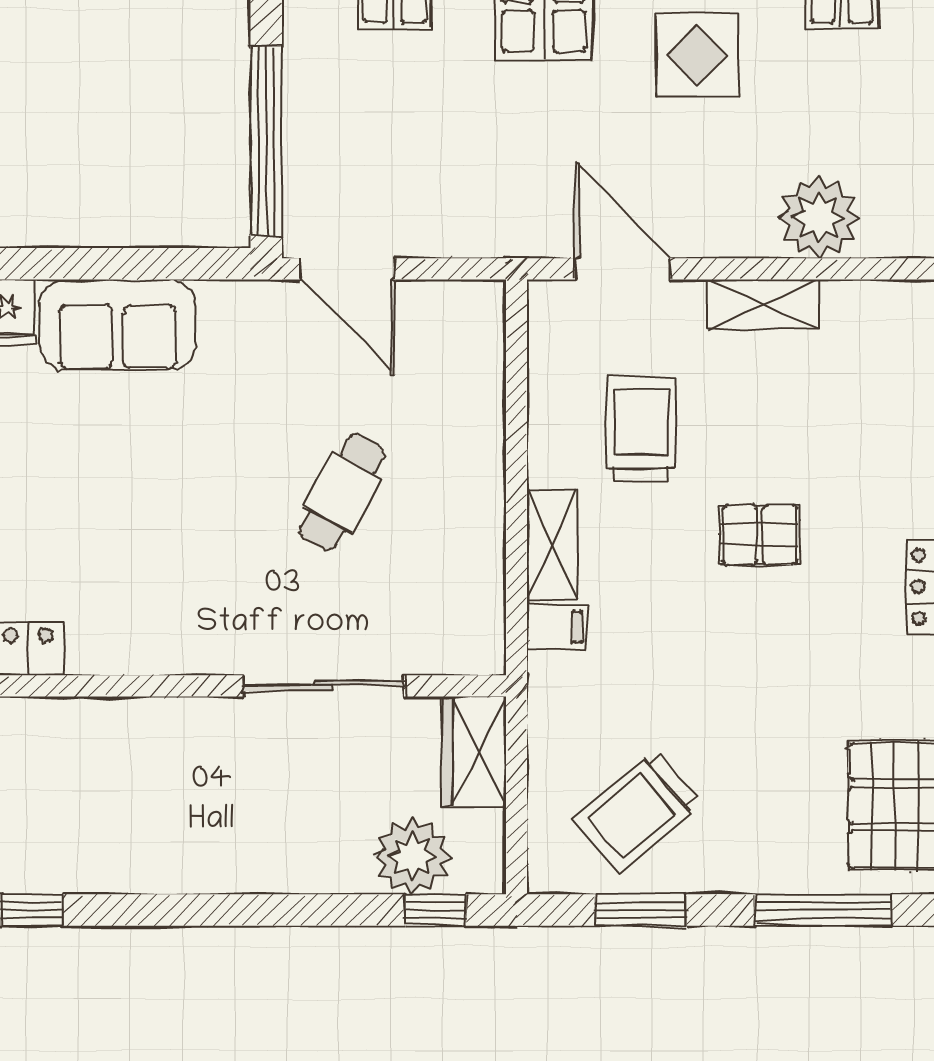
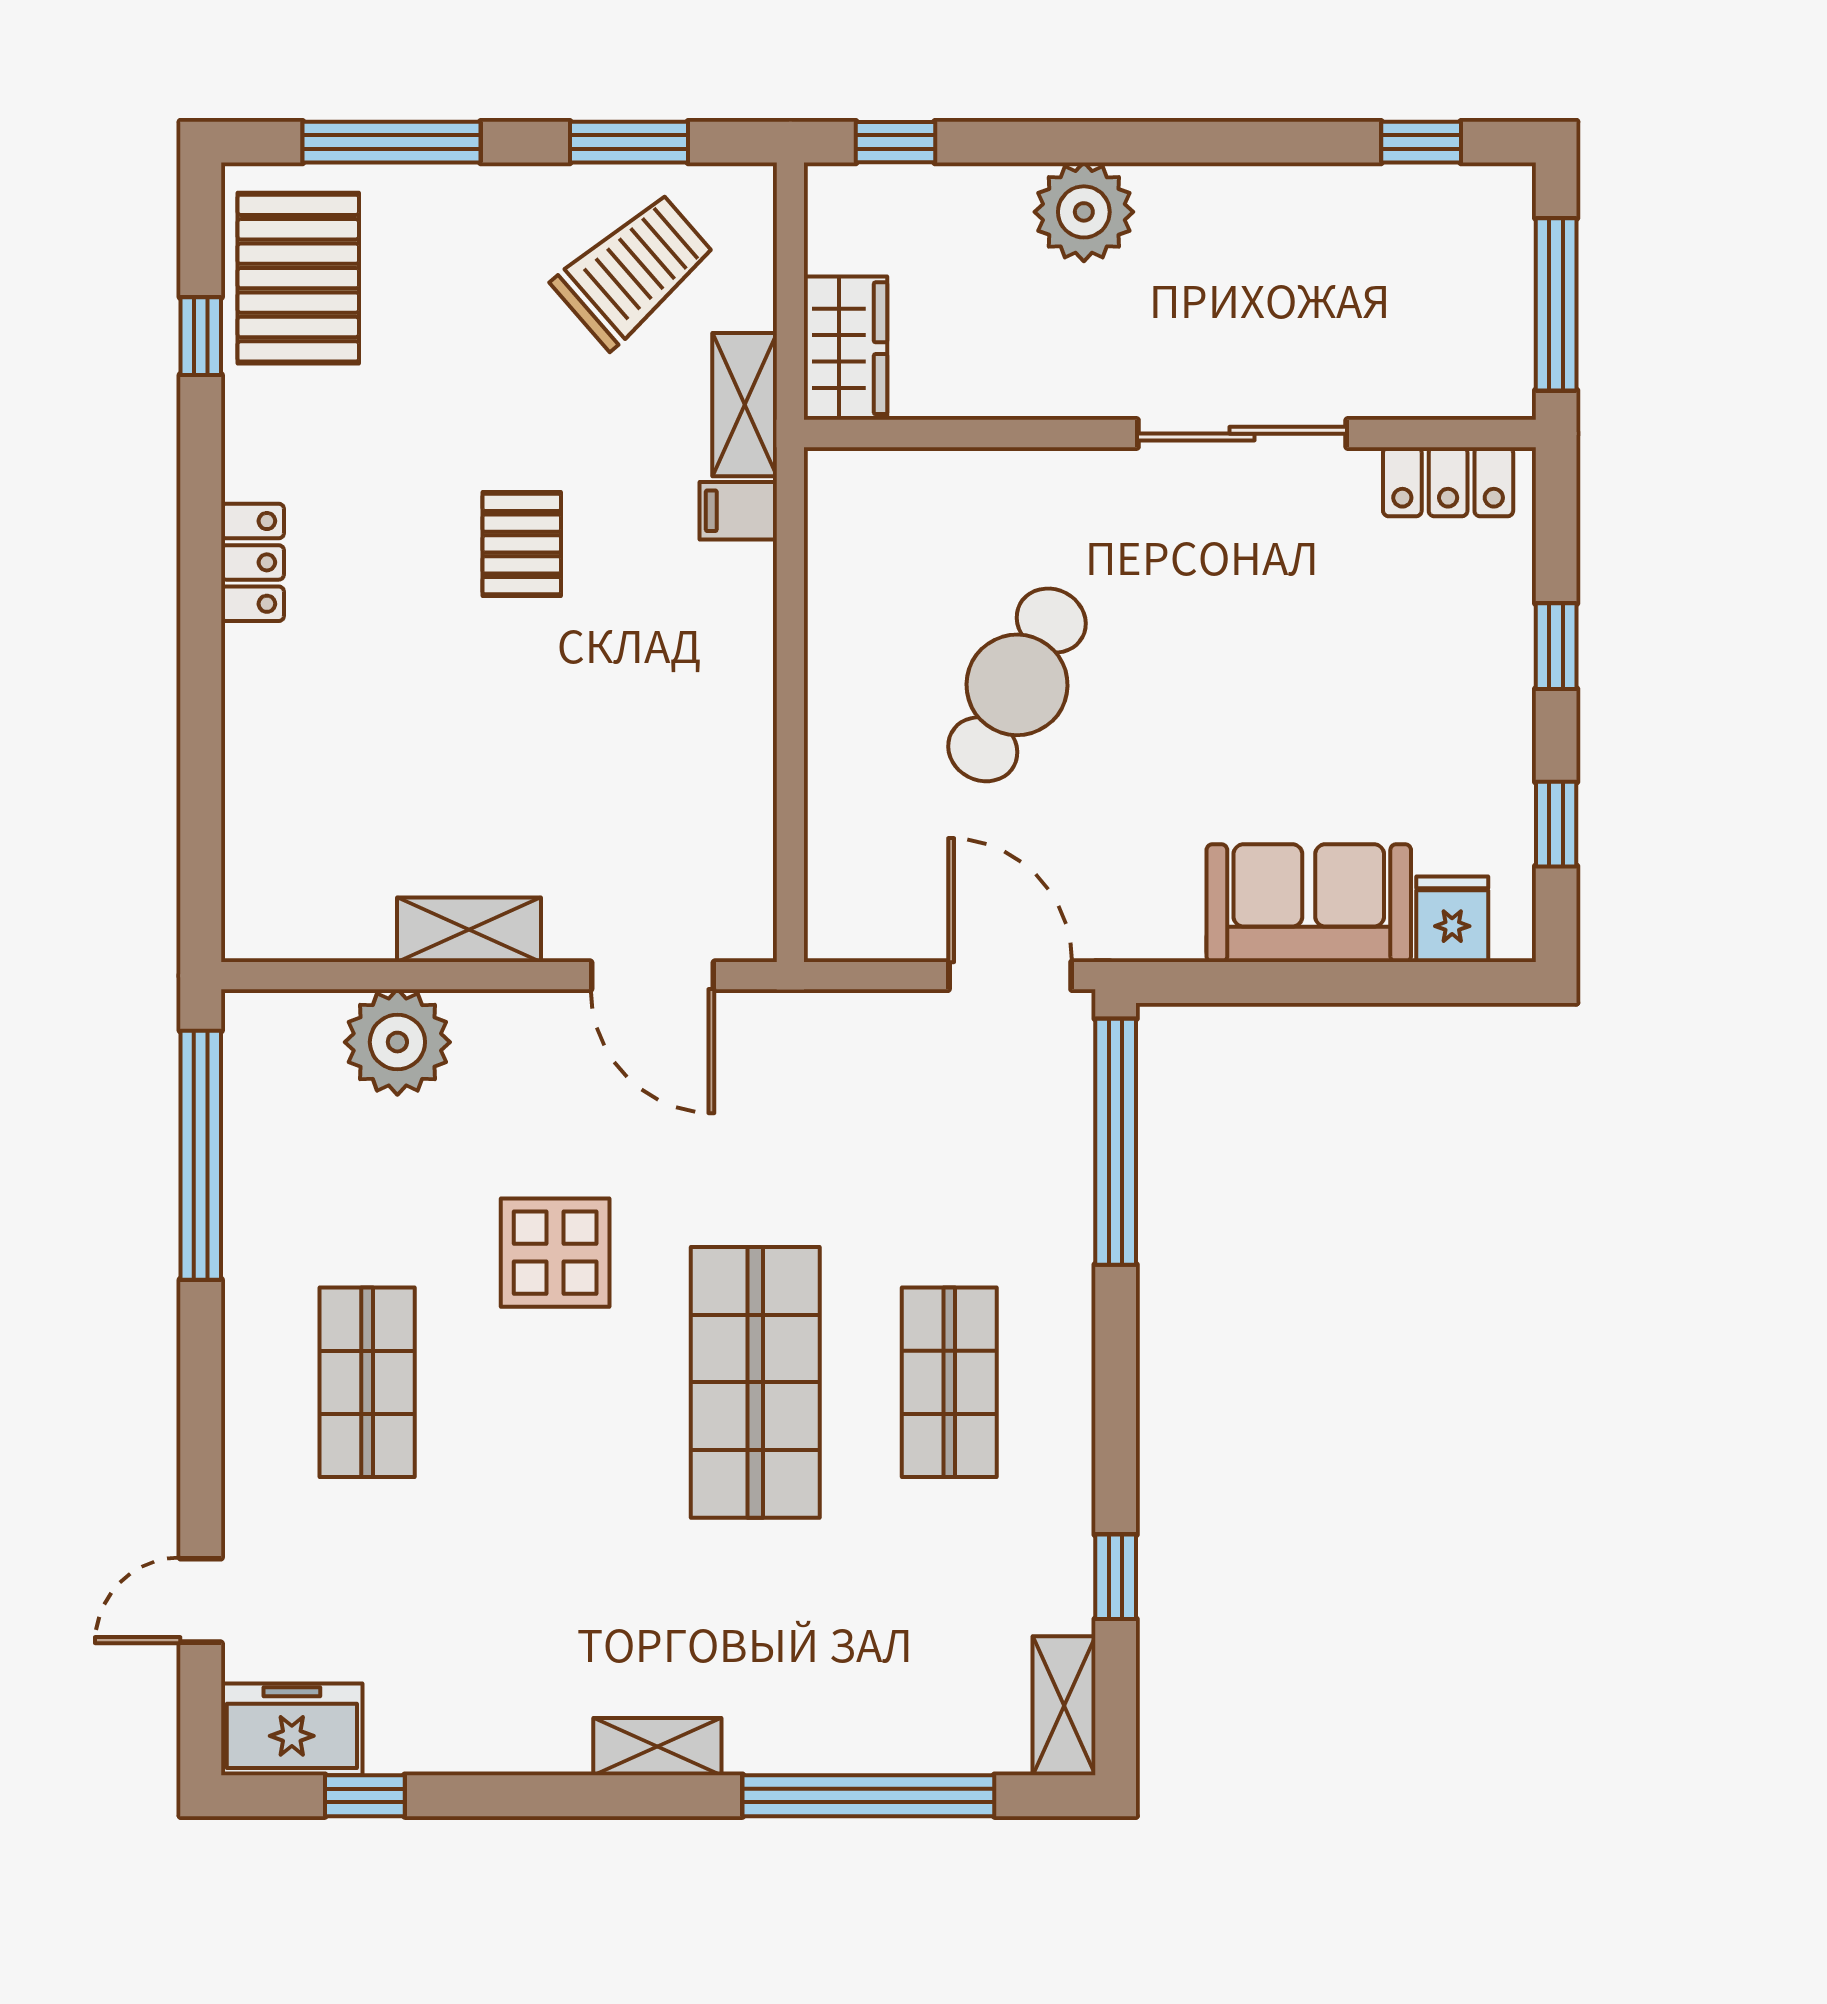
trolley: (641, 429) -> (629, 767), removed
cafe table: (342, 493) -> (1017, 685), width x1.37, depth x1.35
pallet: (760, 535) -> (522, 544), moved, turned 90
shelving: (552, 545) -> (745, 405), moved
sliding door: (323, 686) -> (1242, 434), moved
plant: (412, 856) -> (1084, 212), moved

